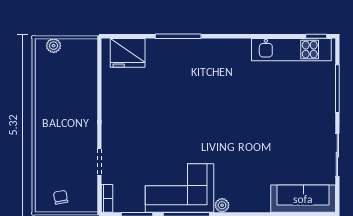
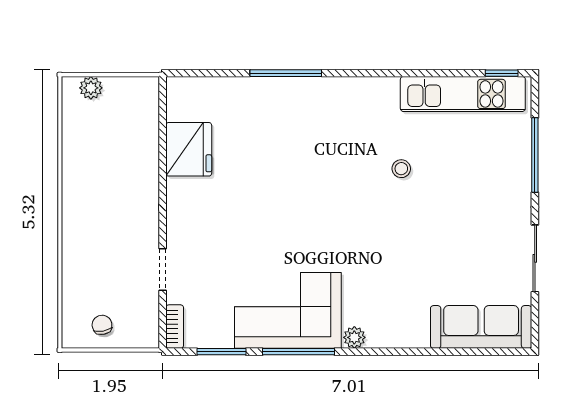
fridge: (128, 53) -> (189, 149), moved, turned -90
stool: (252, 97) -> (401, 169), added

